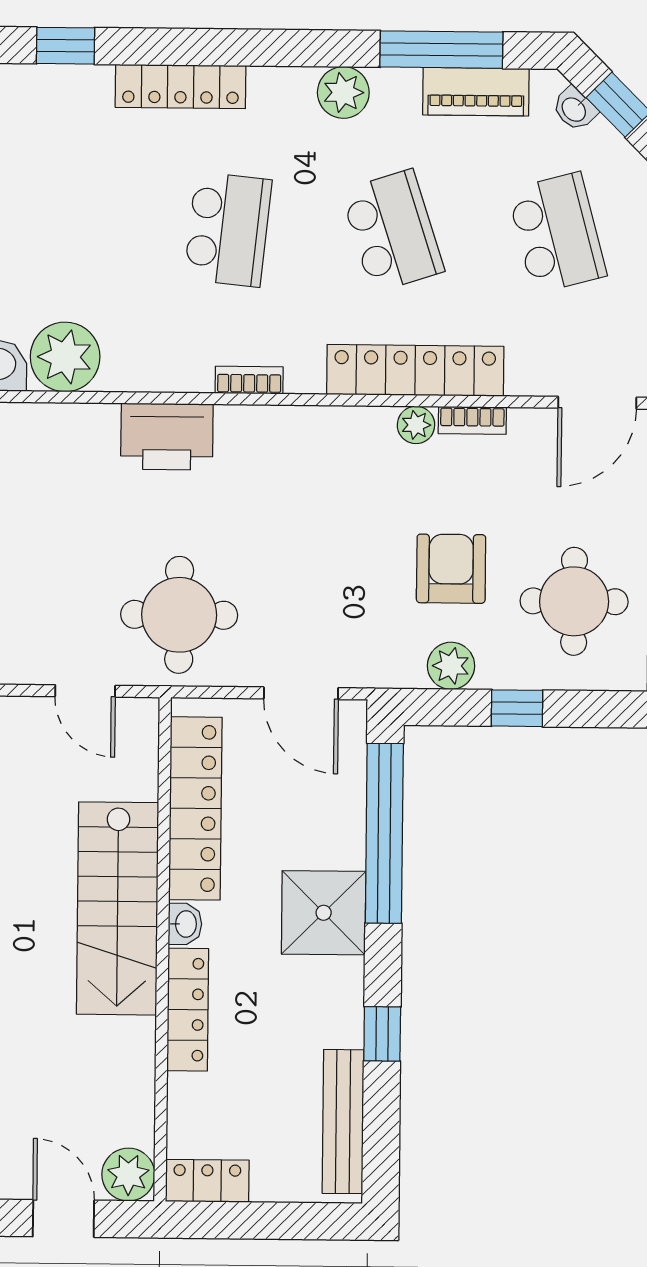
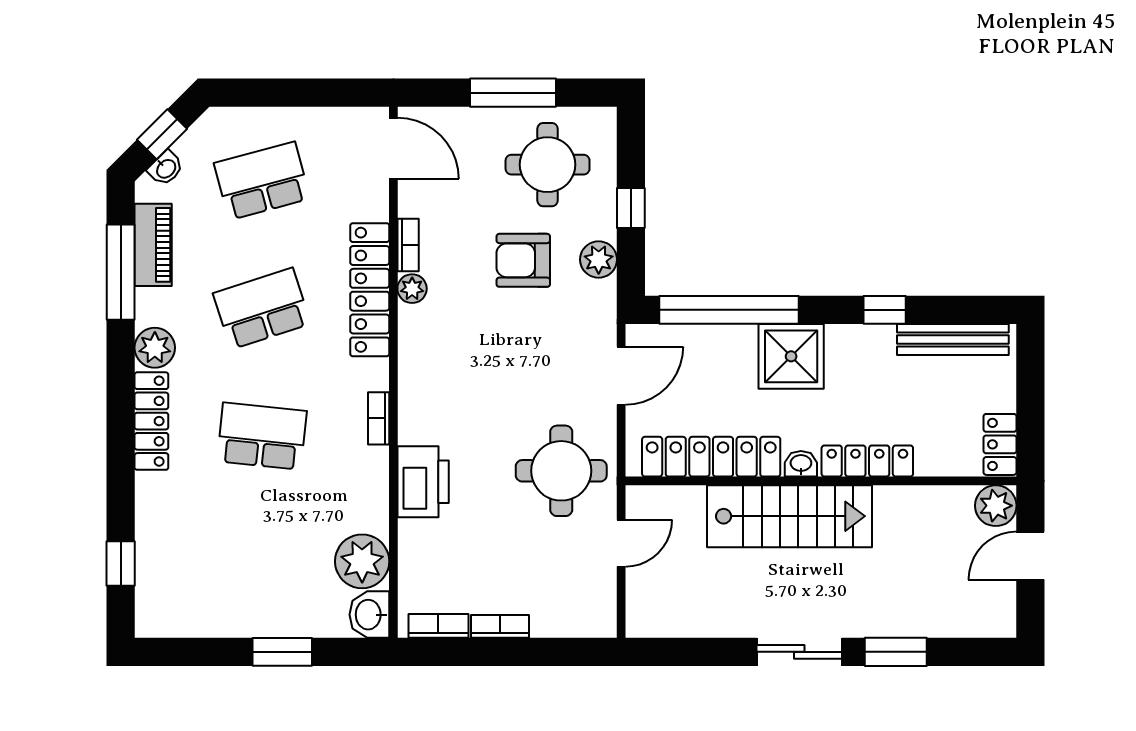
locker: (181, 86) -> (151, 421), moved

